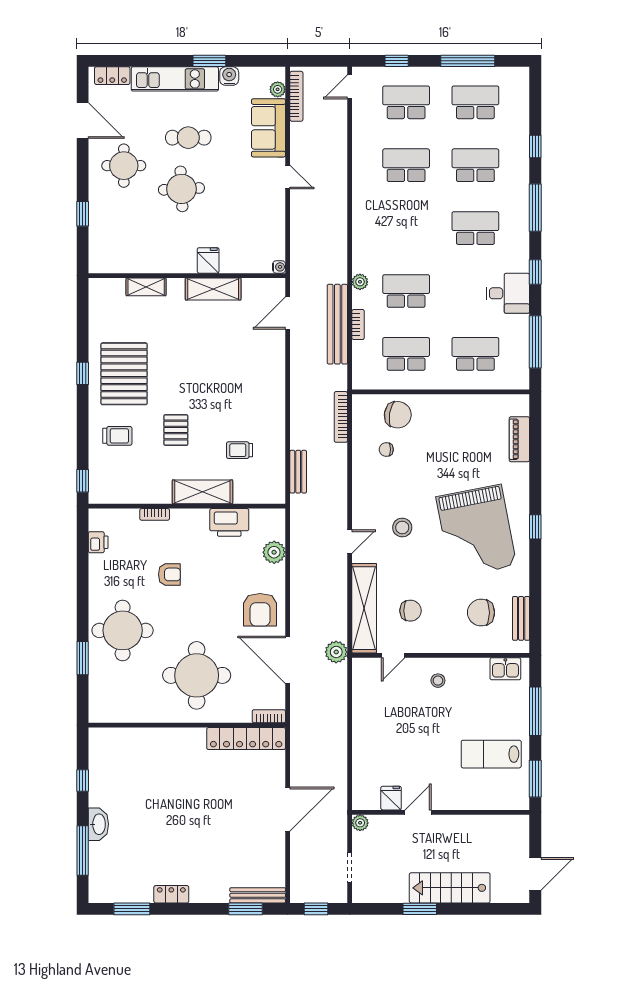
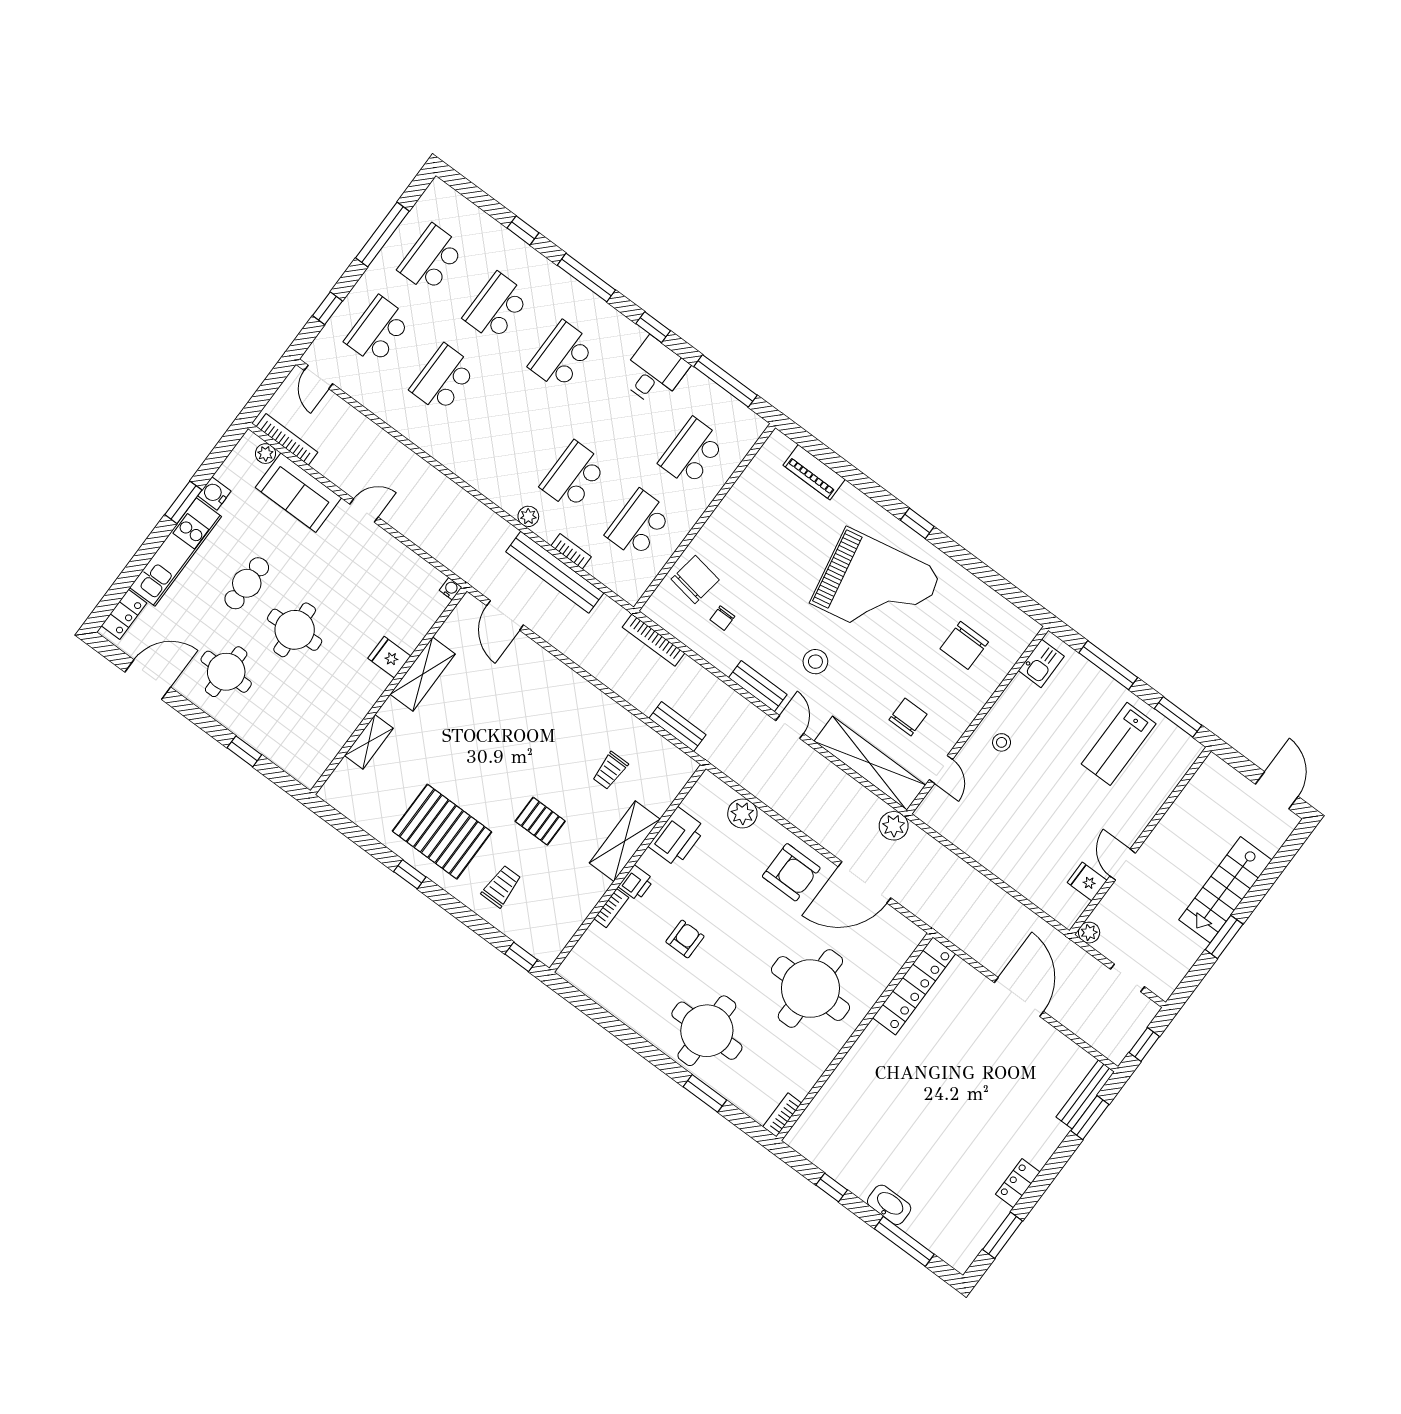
printer: (98, 542) -> (636, 883), moved, turned 90
bench: (521, 618) -> (758, 686), moved
bookcase: (269, 716) -> (782, 1115), moved

